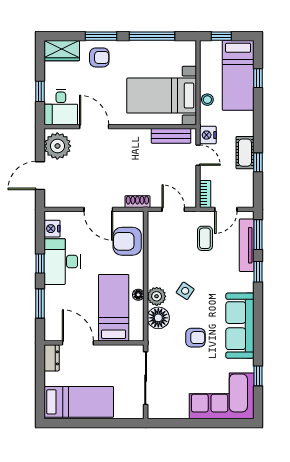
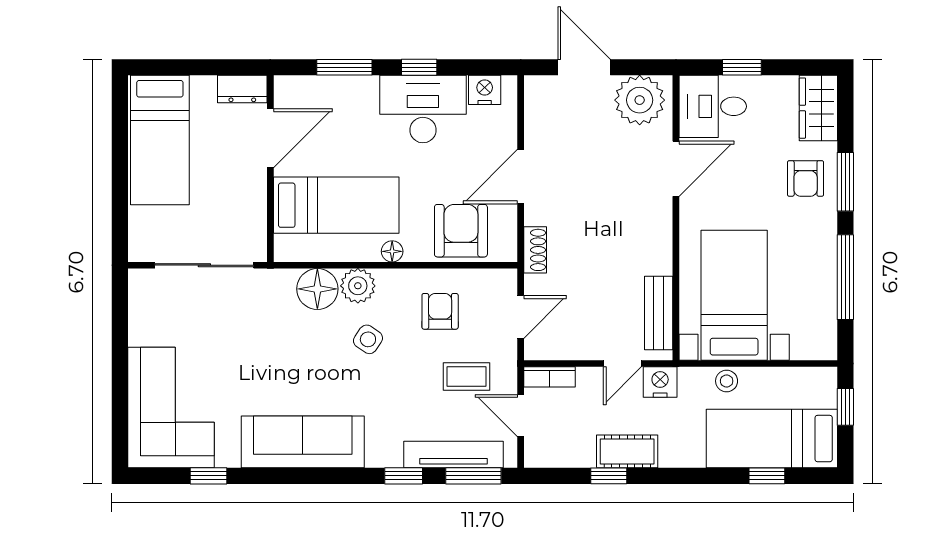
floor lamp: (138, 295) -> (392, 251), moved
armchair: (195, 338) -> (440, 311), moved, turned 180

